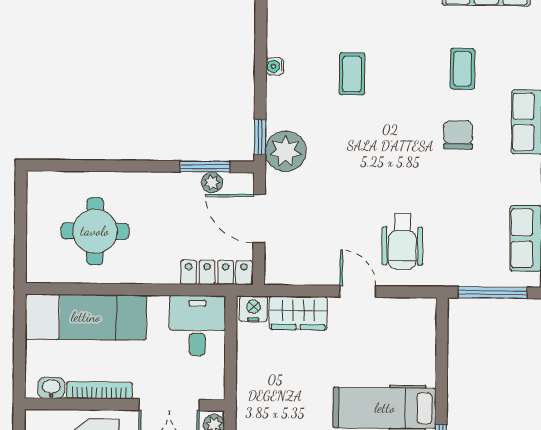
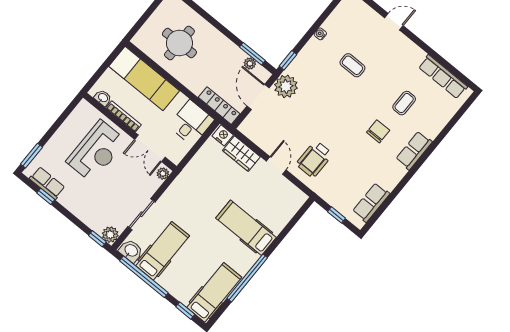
coffee table: (352, 74) -> (352, 65), turned 90
plant: (286, 151) -> (286, 86), moved
window: (493, 293) -> (337, 215), width x0.46

